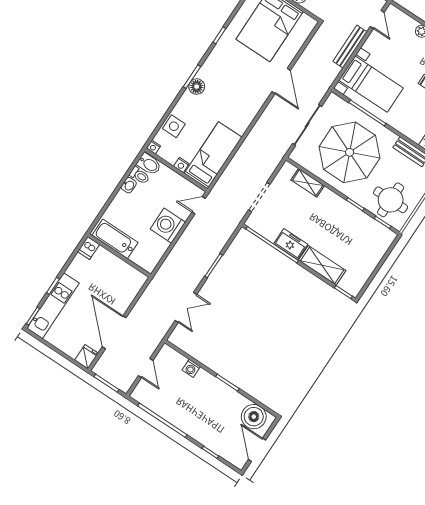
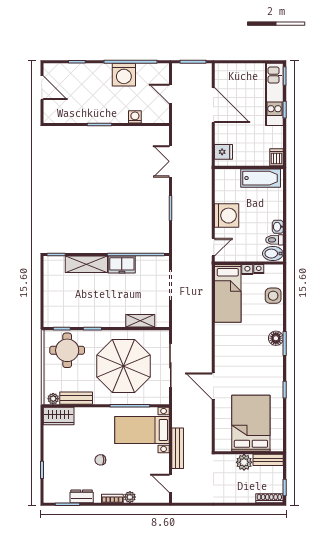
nightstand: (153, 147) -> (259, 269), moved
fridge: (87, 357) -> (224, 152), moved, turned -90
washing machine: (176, 413) -> (124, 75), added
boiler: (254, 417) -> (62, 112), removed

